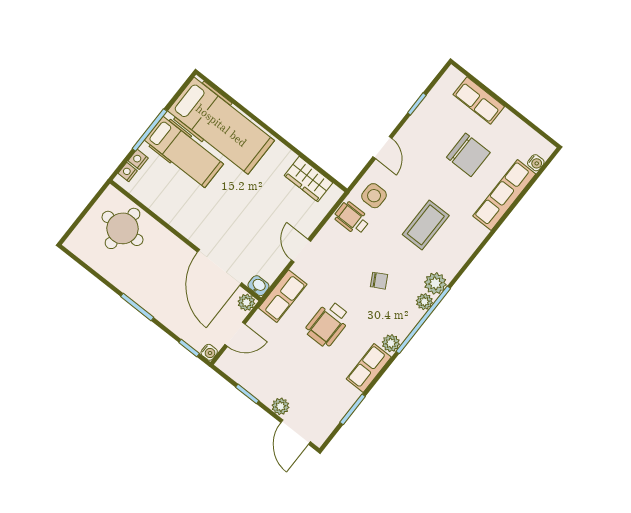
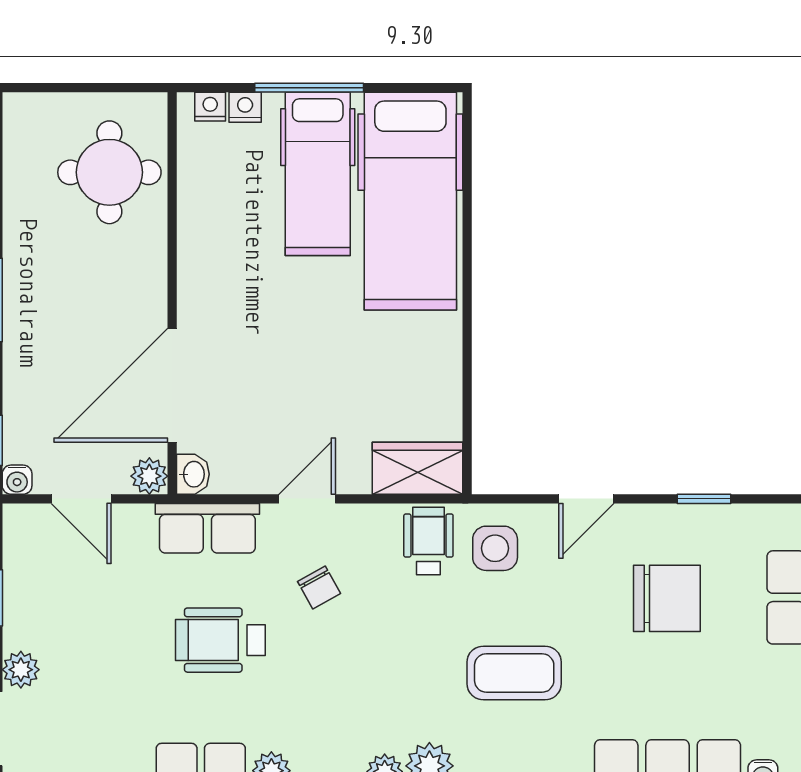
chair: (468, 155) -> (667, 598), moved, turned -90
wardrobe: (308, 179) -> (417, 468), moved, turned 90
chair: (379, 281) -> (319, 587), moved

